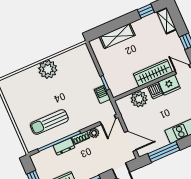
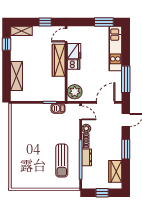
plant: (48, 69) -> (19, 143), removed
plant: (139, 99) -> (75, 92), moved

